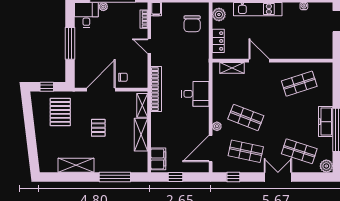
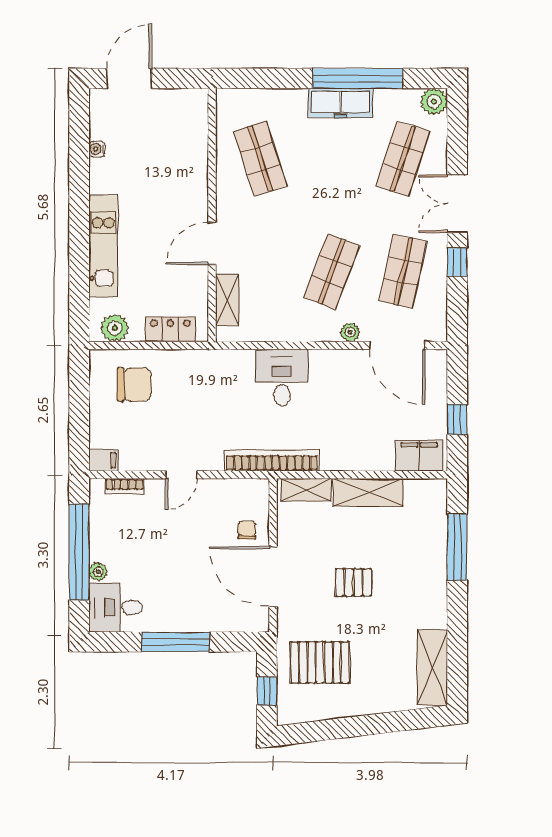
shelving: (76, 165) -> (432, 667), moved
window: (233, 177) -> (457, 262), moved

